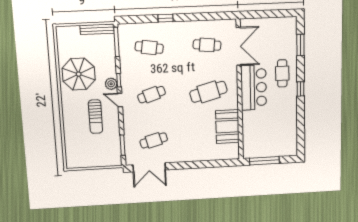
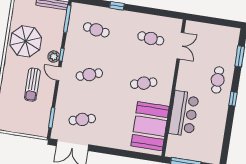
double door: (239, 46) -> (180, 46), width x0.73
bar counter: (254, 88) -> (184, 114), moved
cafe table: (208, 92) -> (144, 83), width x0.73, depth x0.74
booth: (227, 127) -> (150, 126), width x1.36, depth x1.42

